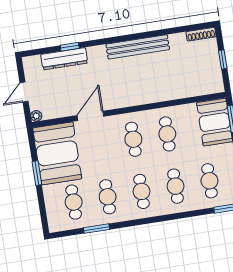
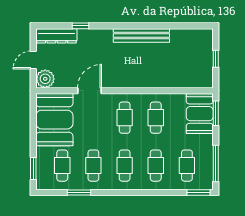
shoe rack: (201, 34) -> (200, 33), removed
dresser: (64, 59) -> (56, 36), moved
plant: (36, 116) -> (45, 79), width x1.88, depth x1.88
window: (37, 173) -> (33, 168), moved

